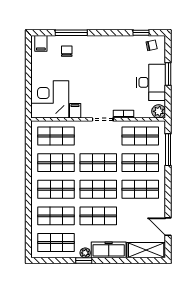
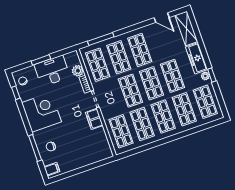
corner desk: (50, 99) -> (42, 112), moved, turned 180
filing cabinet: (75, 111) -> (94, 119), width x2.00
plant: (159, 111) -> (78, 71), moved
door: (168, 227) -> (162, 18), hinge flipped

